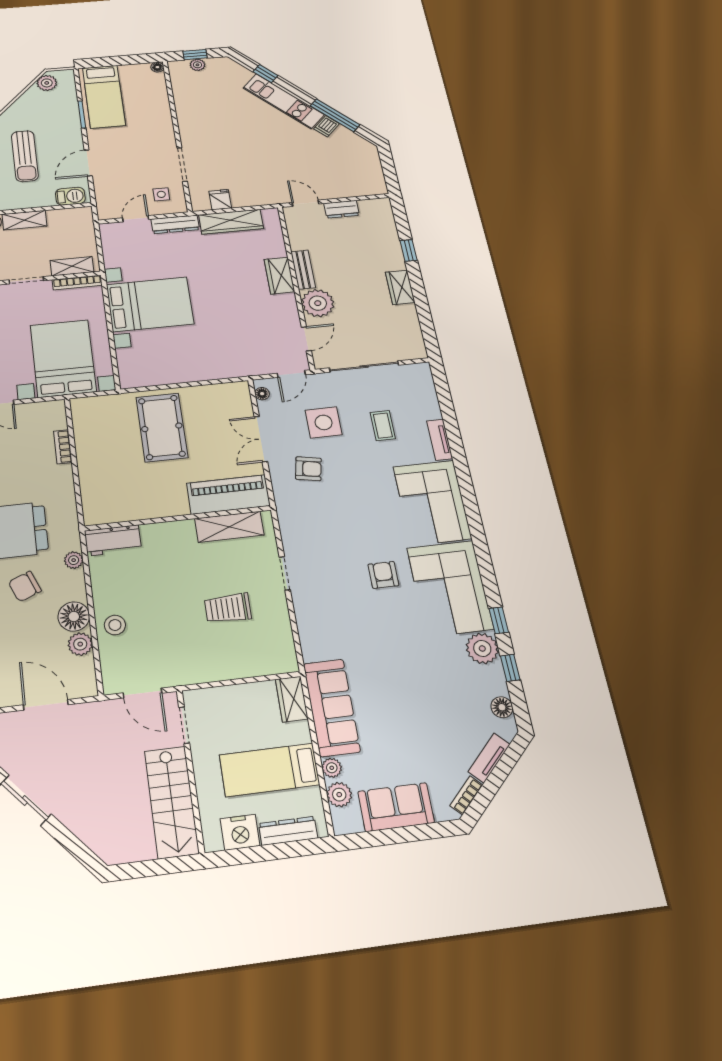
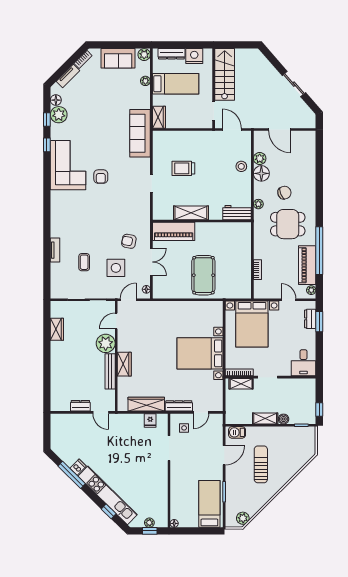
kitchen unit: (284, 101) -> (108, 495), width x1.36
window: (409, 250) -> (47, 373), removed
bench: (303, 270) -> (110, 371), width x1.36
wardrobe: (400, 287) -> (57, 329), moved
corner sofa: (432, 503) -> (67, 214), removed
shelving: (229, 527) -> (191, 213), moved
trolley: (228, 608) -> (183, 168), turned 180
plant: (482, 648) -> (59, 115), moved
sofa: (332, 707) -> (140, 133), moved
plant: (339, 795) -> (144, 55), moved

